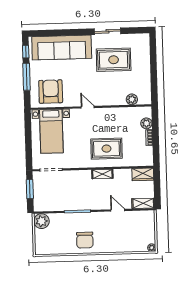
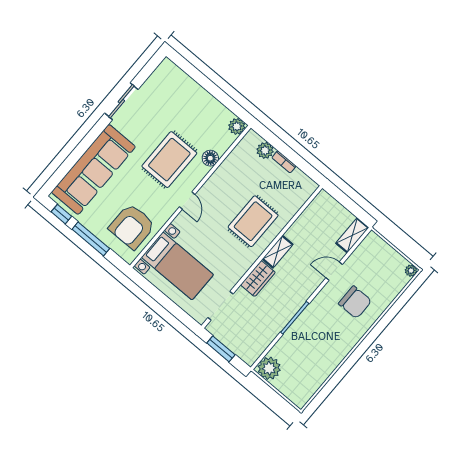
rug: (114, 60) -> (169, 160), moved
armchair: (51, 92) -> (132, 226), turned -90
plant: (132, 99) -> (237, 126), moved
floor lamp: (119, 100) -> (210, 158), added
door: (88, 107) -> (187, 201), swing flipped
wardrobe: (143, 174) -> (258, 279), moved
chair: (85, 240) -> (355, 302), moved

